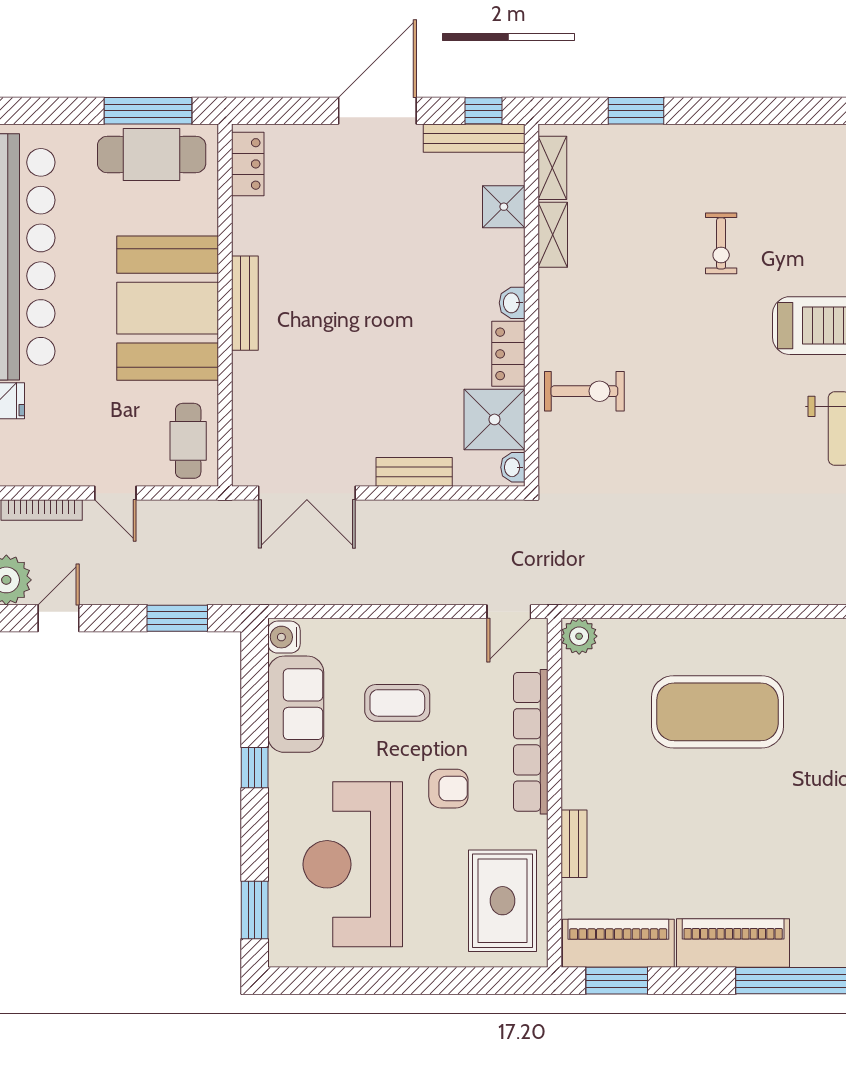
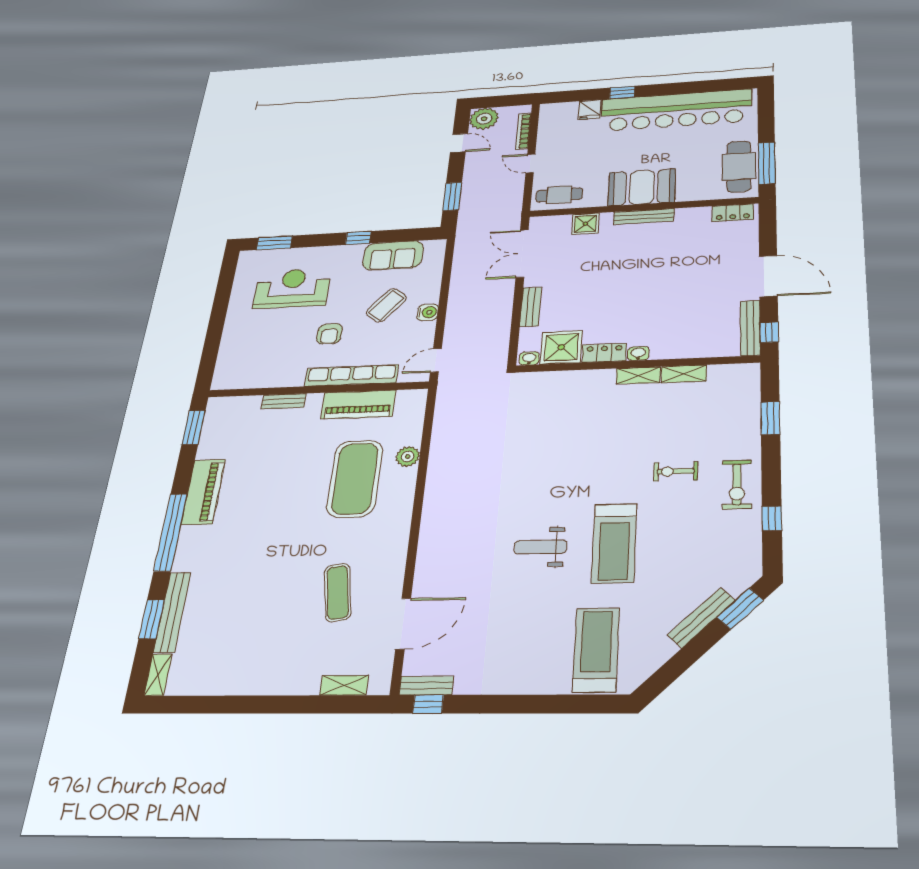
window: (801, 111) -> (772, 518), added
shelving: (552, 168) -> (638, 375), moved
shower: (504, 207) -> (585, 224), moved
booth: (168, 308) -> (642, 187), width x0.73, depth x0.70
exercise bike: (584, 391) -> (737, 484), moved
door: (115, 493) -> (530, 163), hinge flipped
door: (509, 612) -> (436, 360), hinge flipped
plant: (579, 636) -> (408, 456), moved
water cooler: (284, 637) -> (428, 312), moved, turned 90
coffee table: (397, 703) -> (386, 305), turned 39
reception desk: (353, 864) -> (292, 288), width x0.74, depth x0.77
rug: (503, 901) -> (255, 365), removed
piano: (618, 943) -> (358, 404), moved, turned 90

